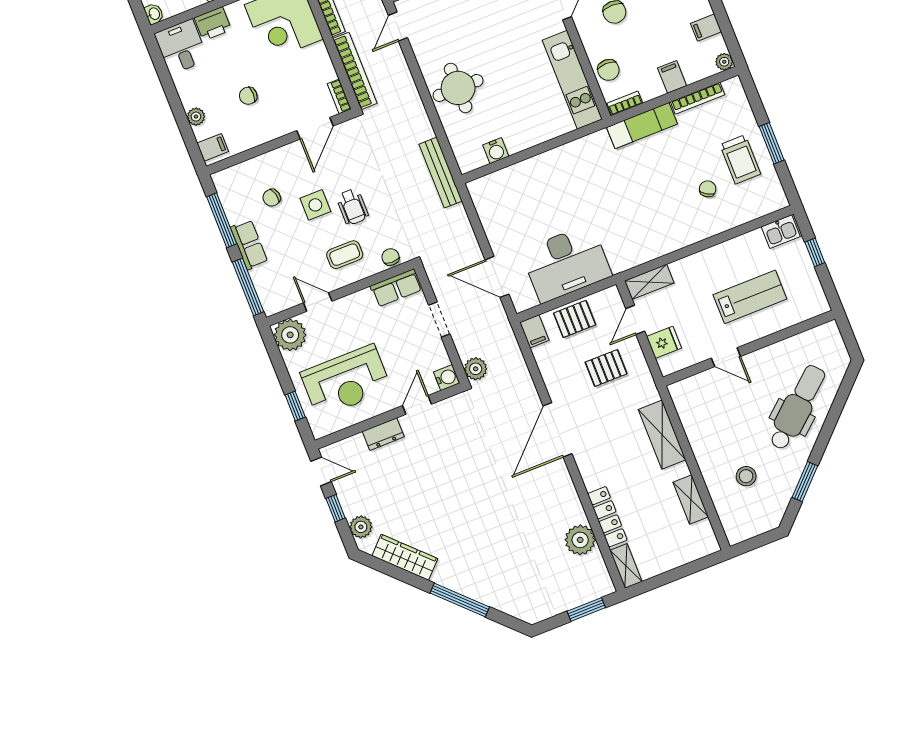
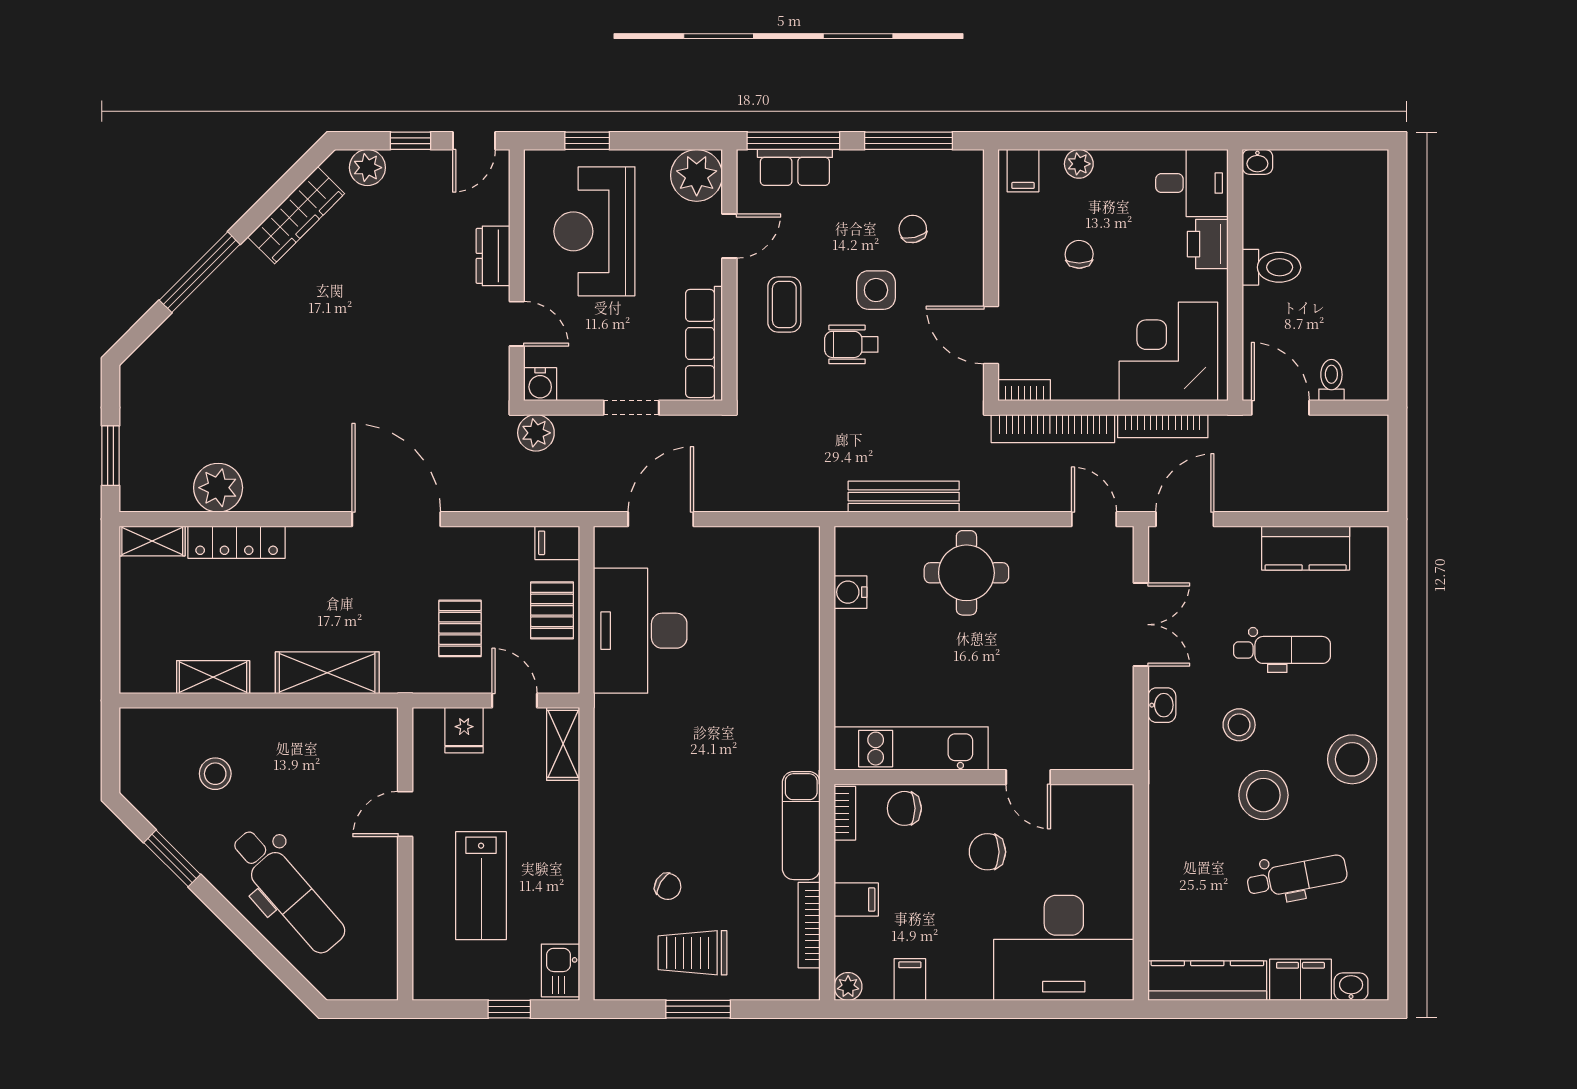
bench: (441, 173) -> (904, 497), moved
row of seats: (249, 245) -> (795, 167), moved
chair: (390, 257) -> (754, 372), removed
row of seats: (396, 288) -> (704, 344), width x1.48

